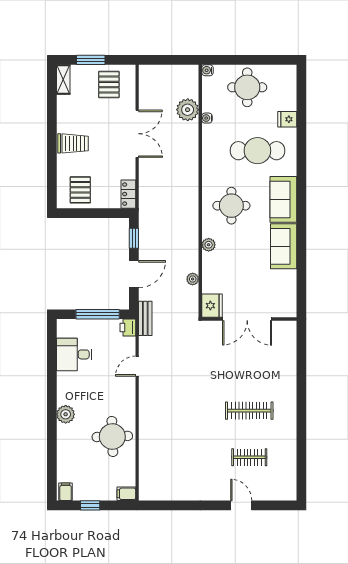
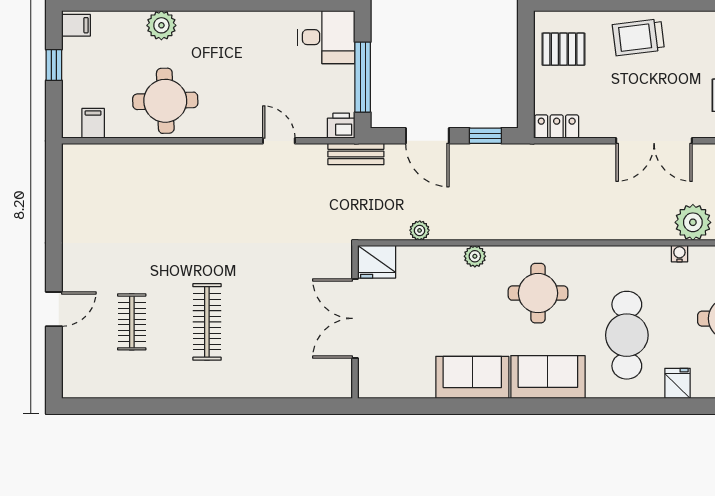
trolley: (73, 143) -> (638, 37), turned 83
desk: (74, 354) -> (326, 37), moved, turned 90
plant: (66, 414) -> (161, 25), moved
filing cabinet: (126, 494) -> (93, 123), moved

